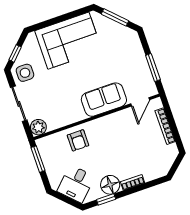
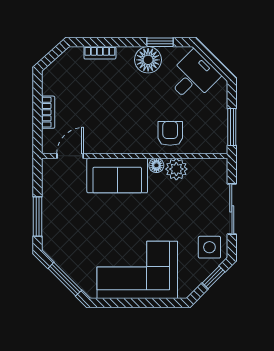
window: (153, 68) -> (38, 216), moved
floor lamp: (80, 116) -> (156, 165), added
bookcase: (165, 126) -> (48, 112), width x0.64
plant: (38, 127) -> (176, 169), moved
bookcase: (133, 182) -> (100, 53), moved

